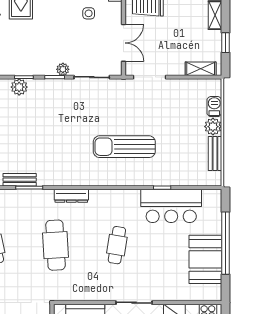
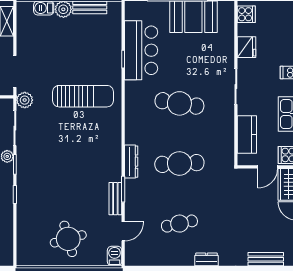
plant: (19, 87) -> (25, 100), moved
sun lounger: (124, 147) -> (83, 96), turned -90
dresser: (71, 196) -> (131, 162), moved
cafe table: (117, 245) -> (179, 103), width x1.37, depth x1.35

